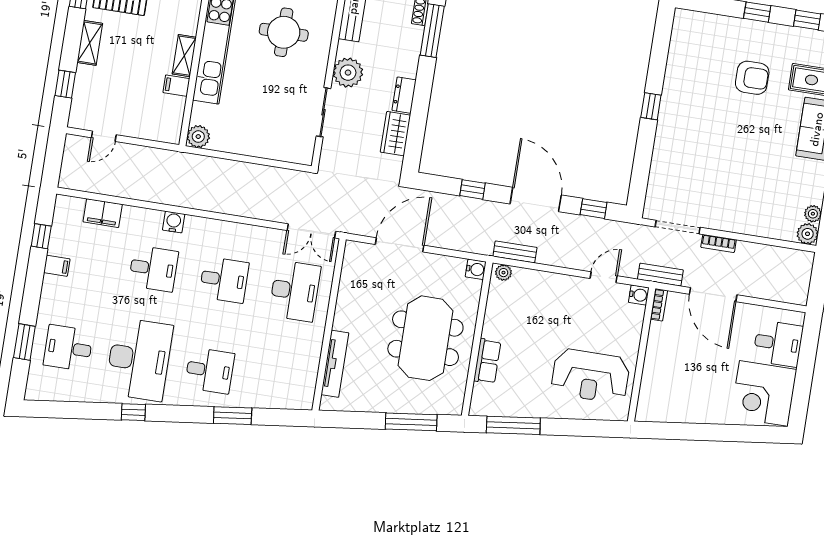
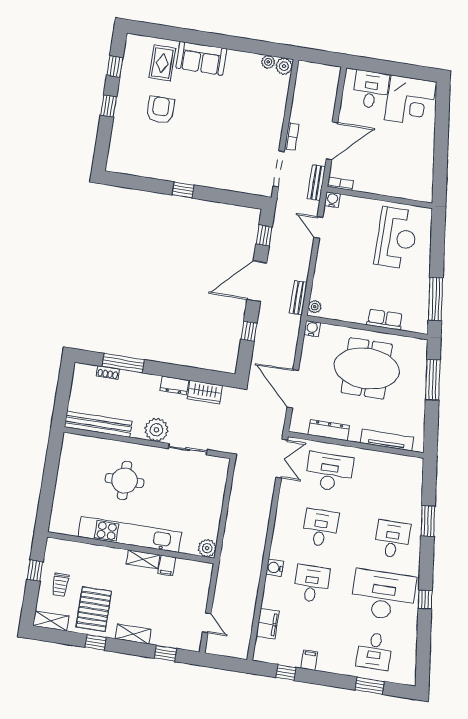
dresser: (347, 290) -> (329, 430), added

